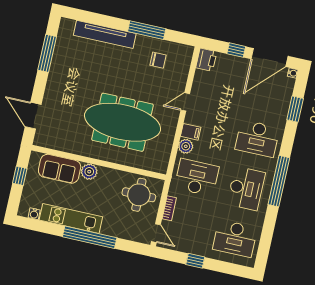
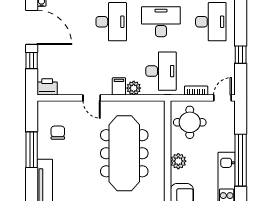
plant: (89, 172) -> (178, 161), moved
desk: (197, 177) -> (161, 71), turned 180

